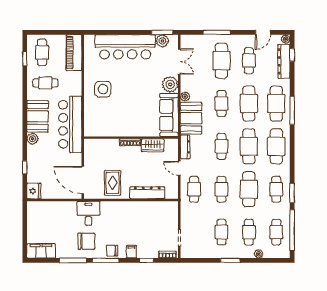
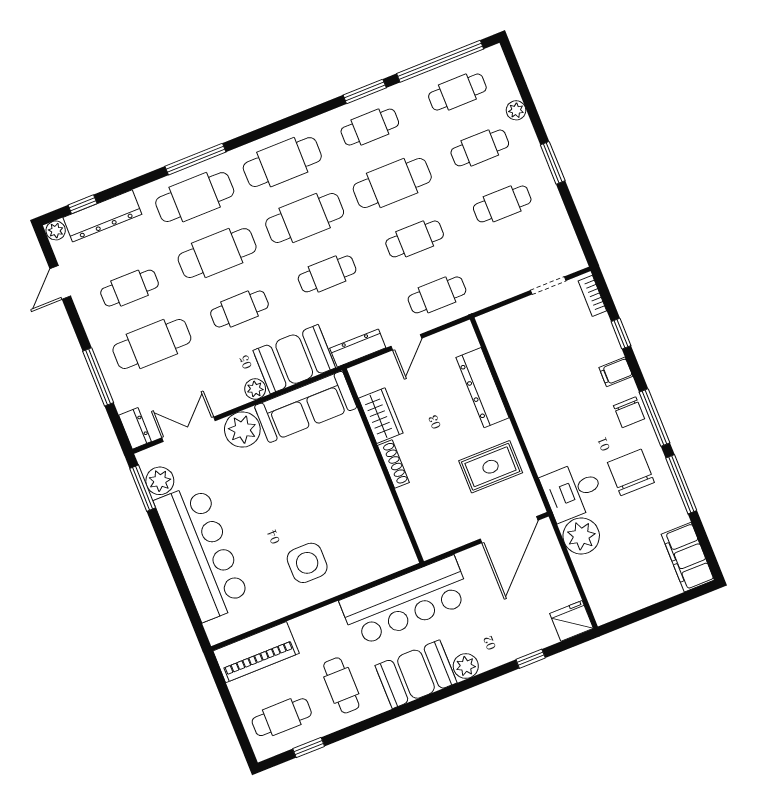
door: (263, 32) -> (60, 282), swing flipped
dresser: (189, 39) -> (135, 428), added
plant: (68, 209) -> (581, 536), added

